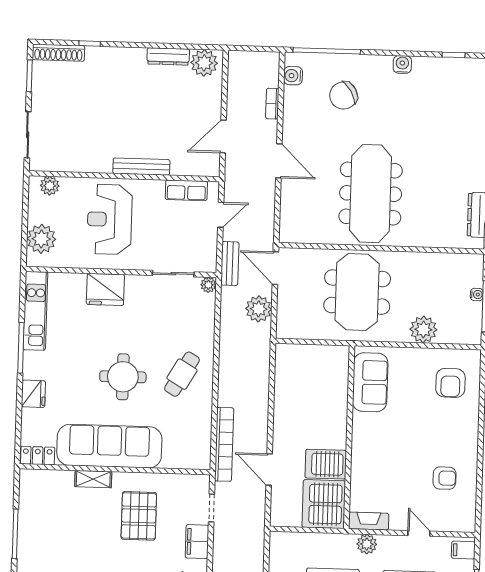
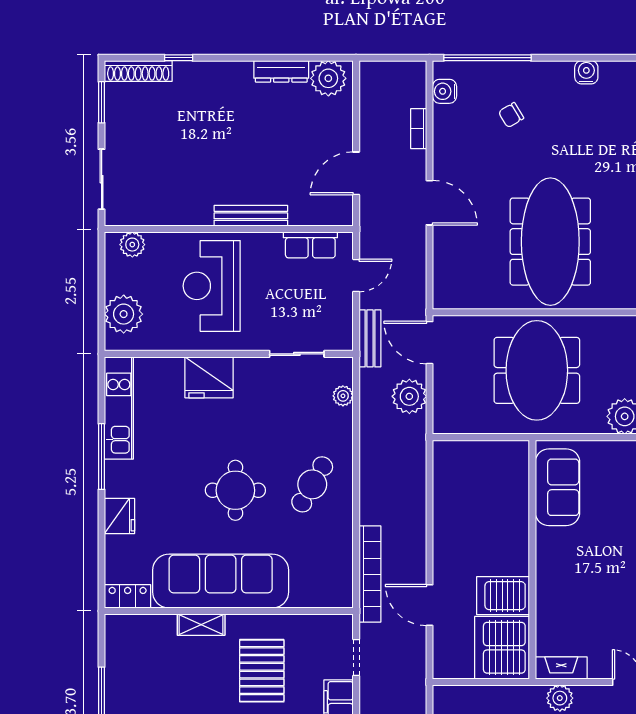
chair: (344, 95) -> (511, 115), width x0.54, depth x0.54
plant: (208, 285) -> (343, 396), moved

